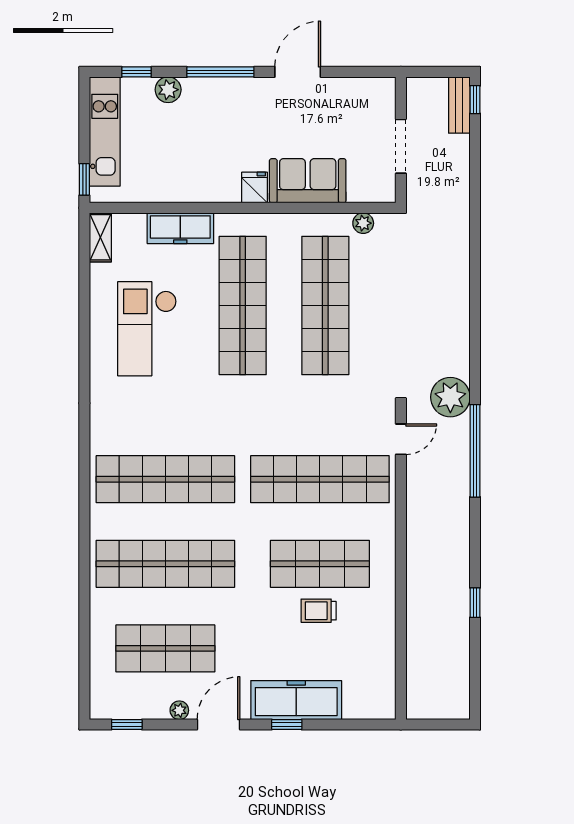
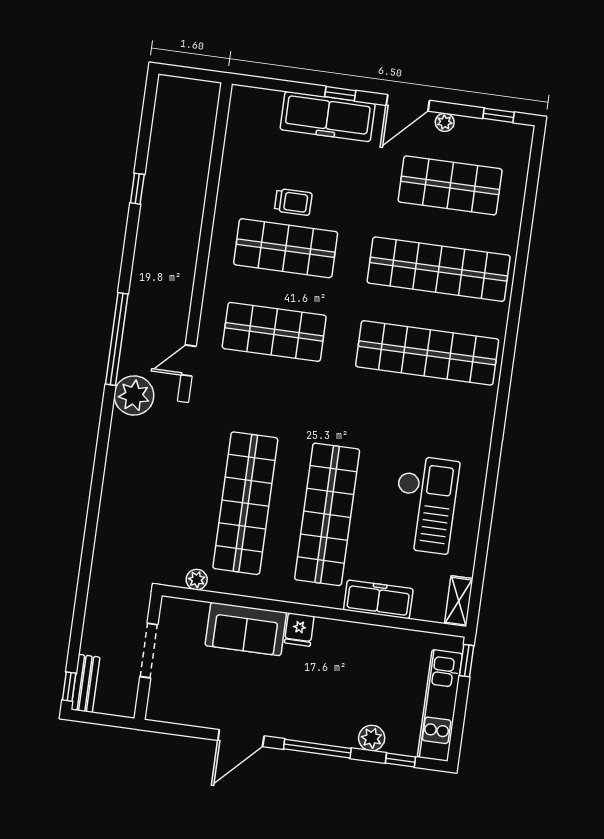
shop shelf: (320, 479) -> (274, 332), width x0.71

